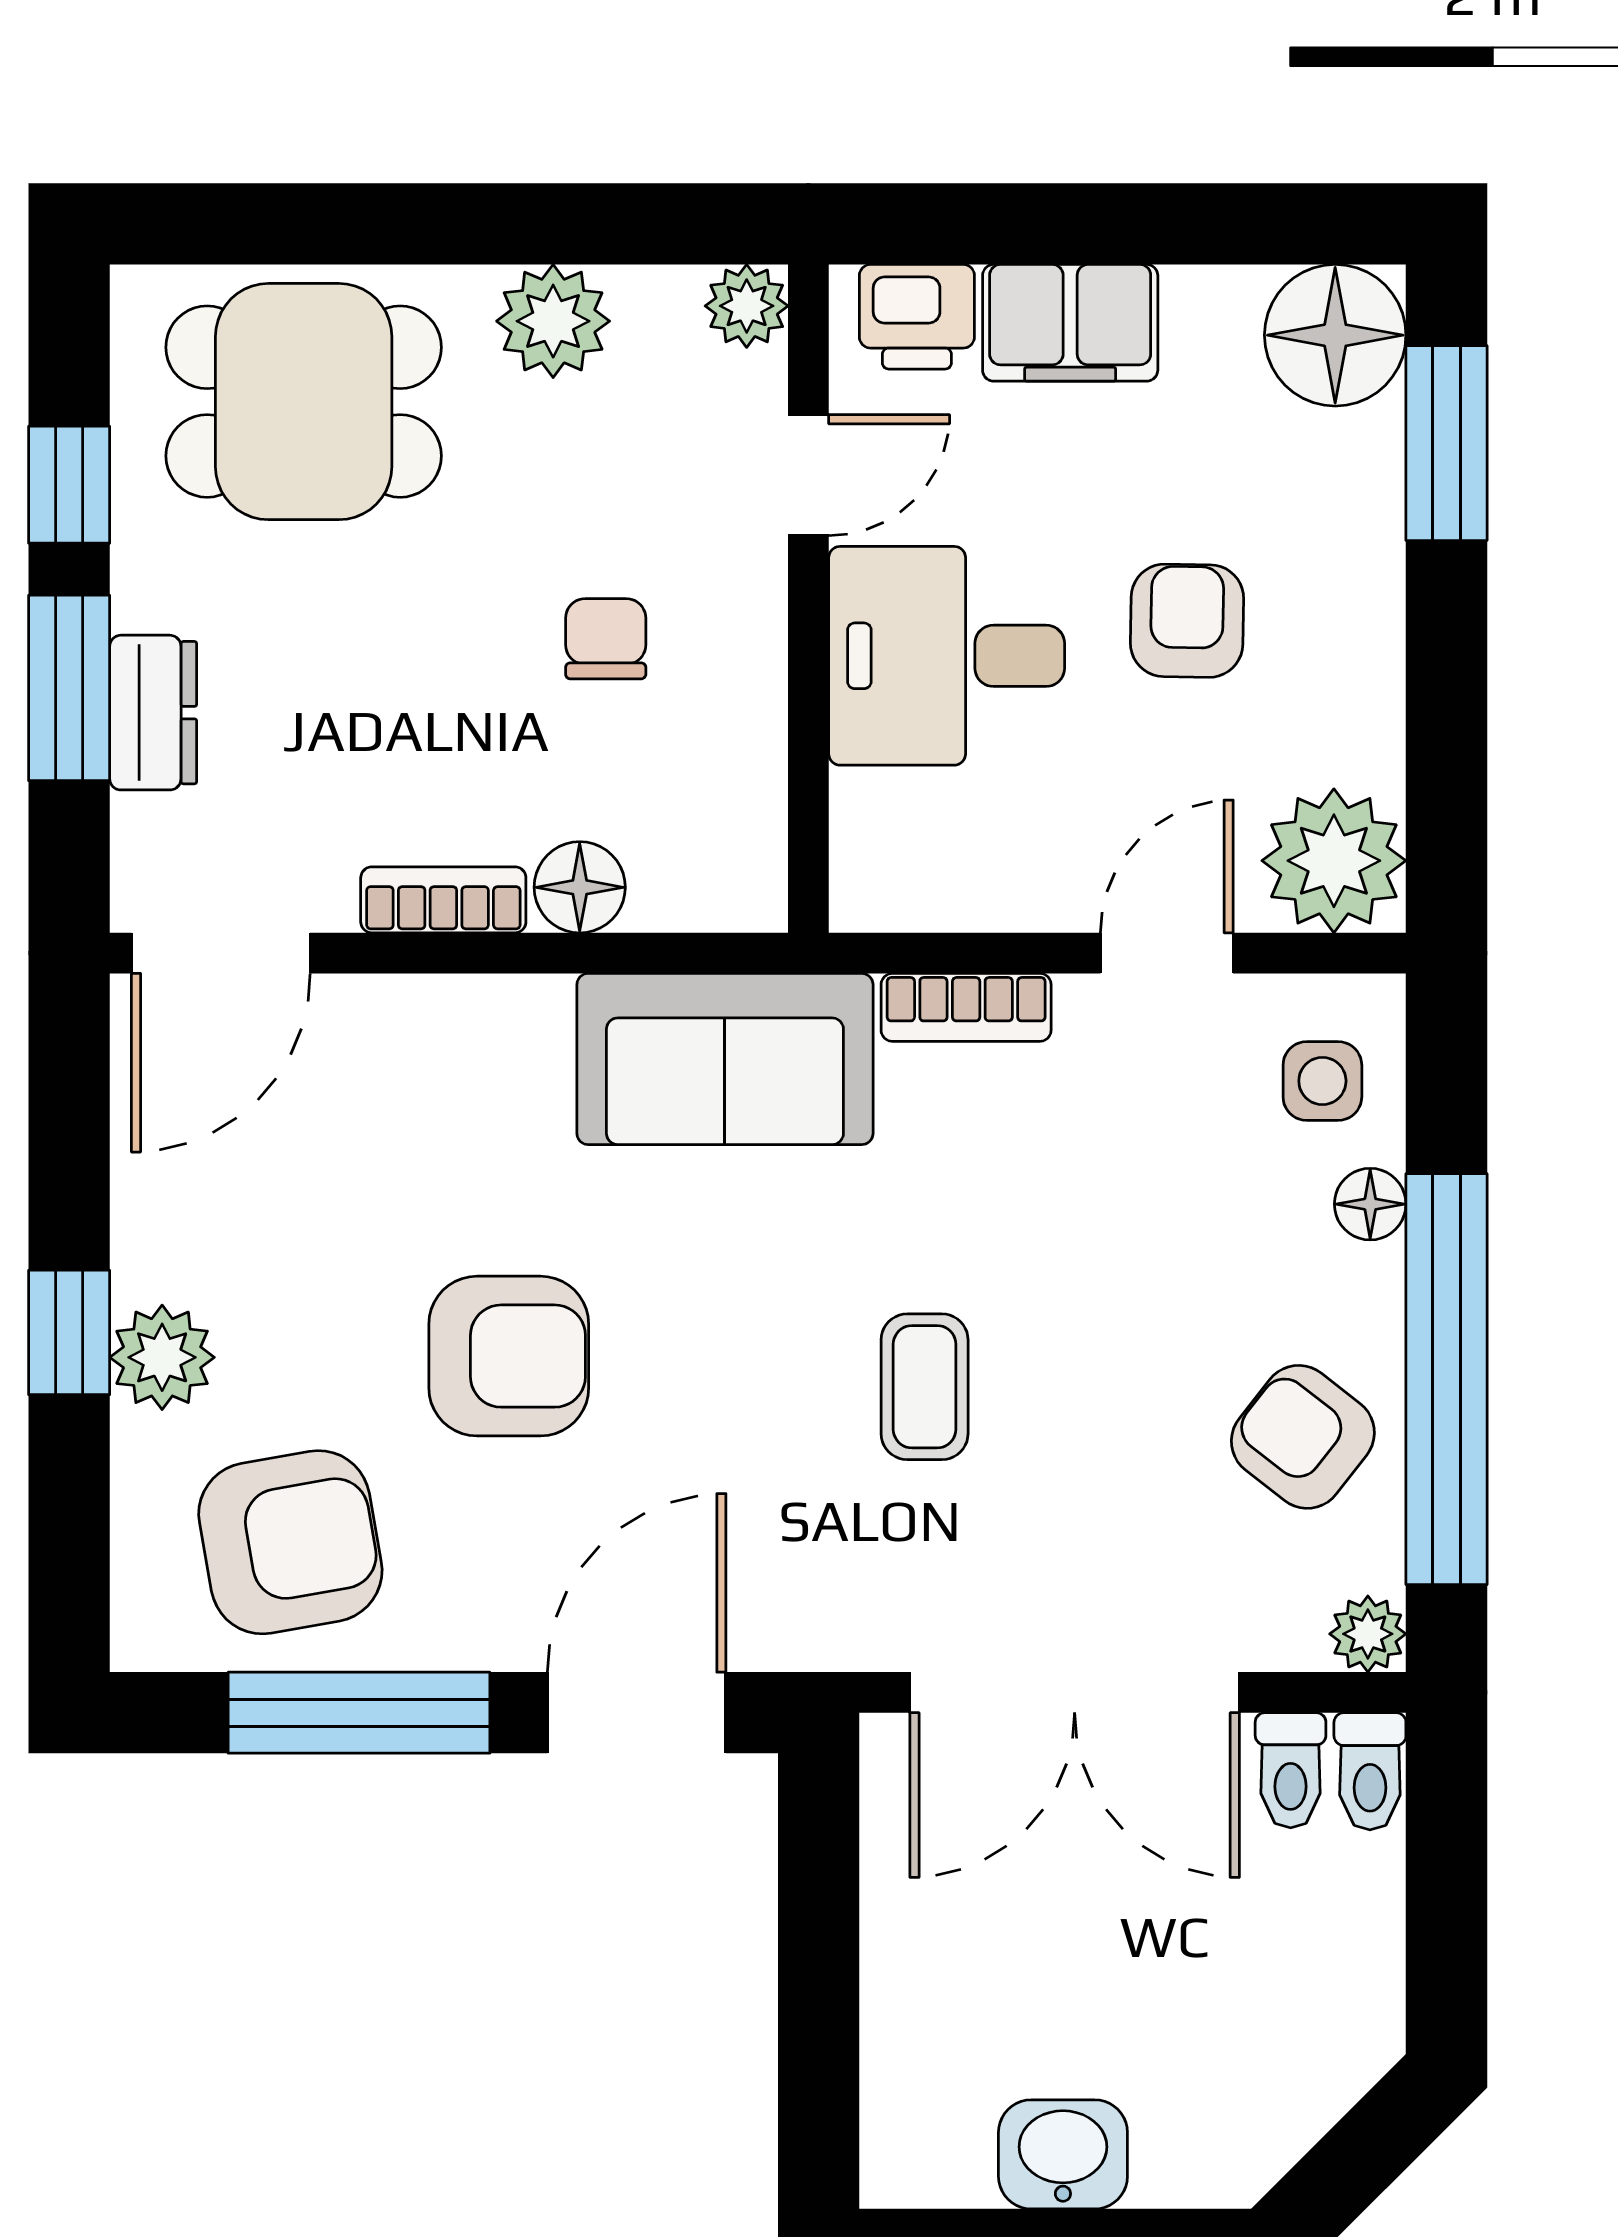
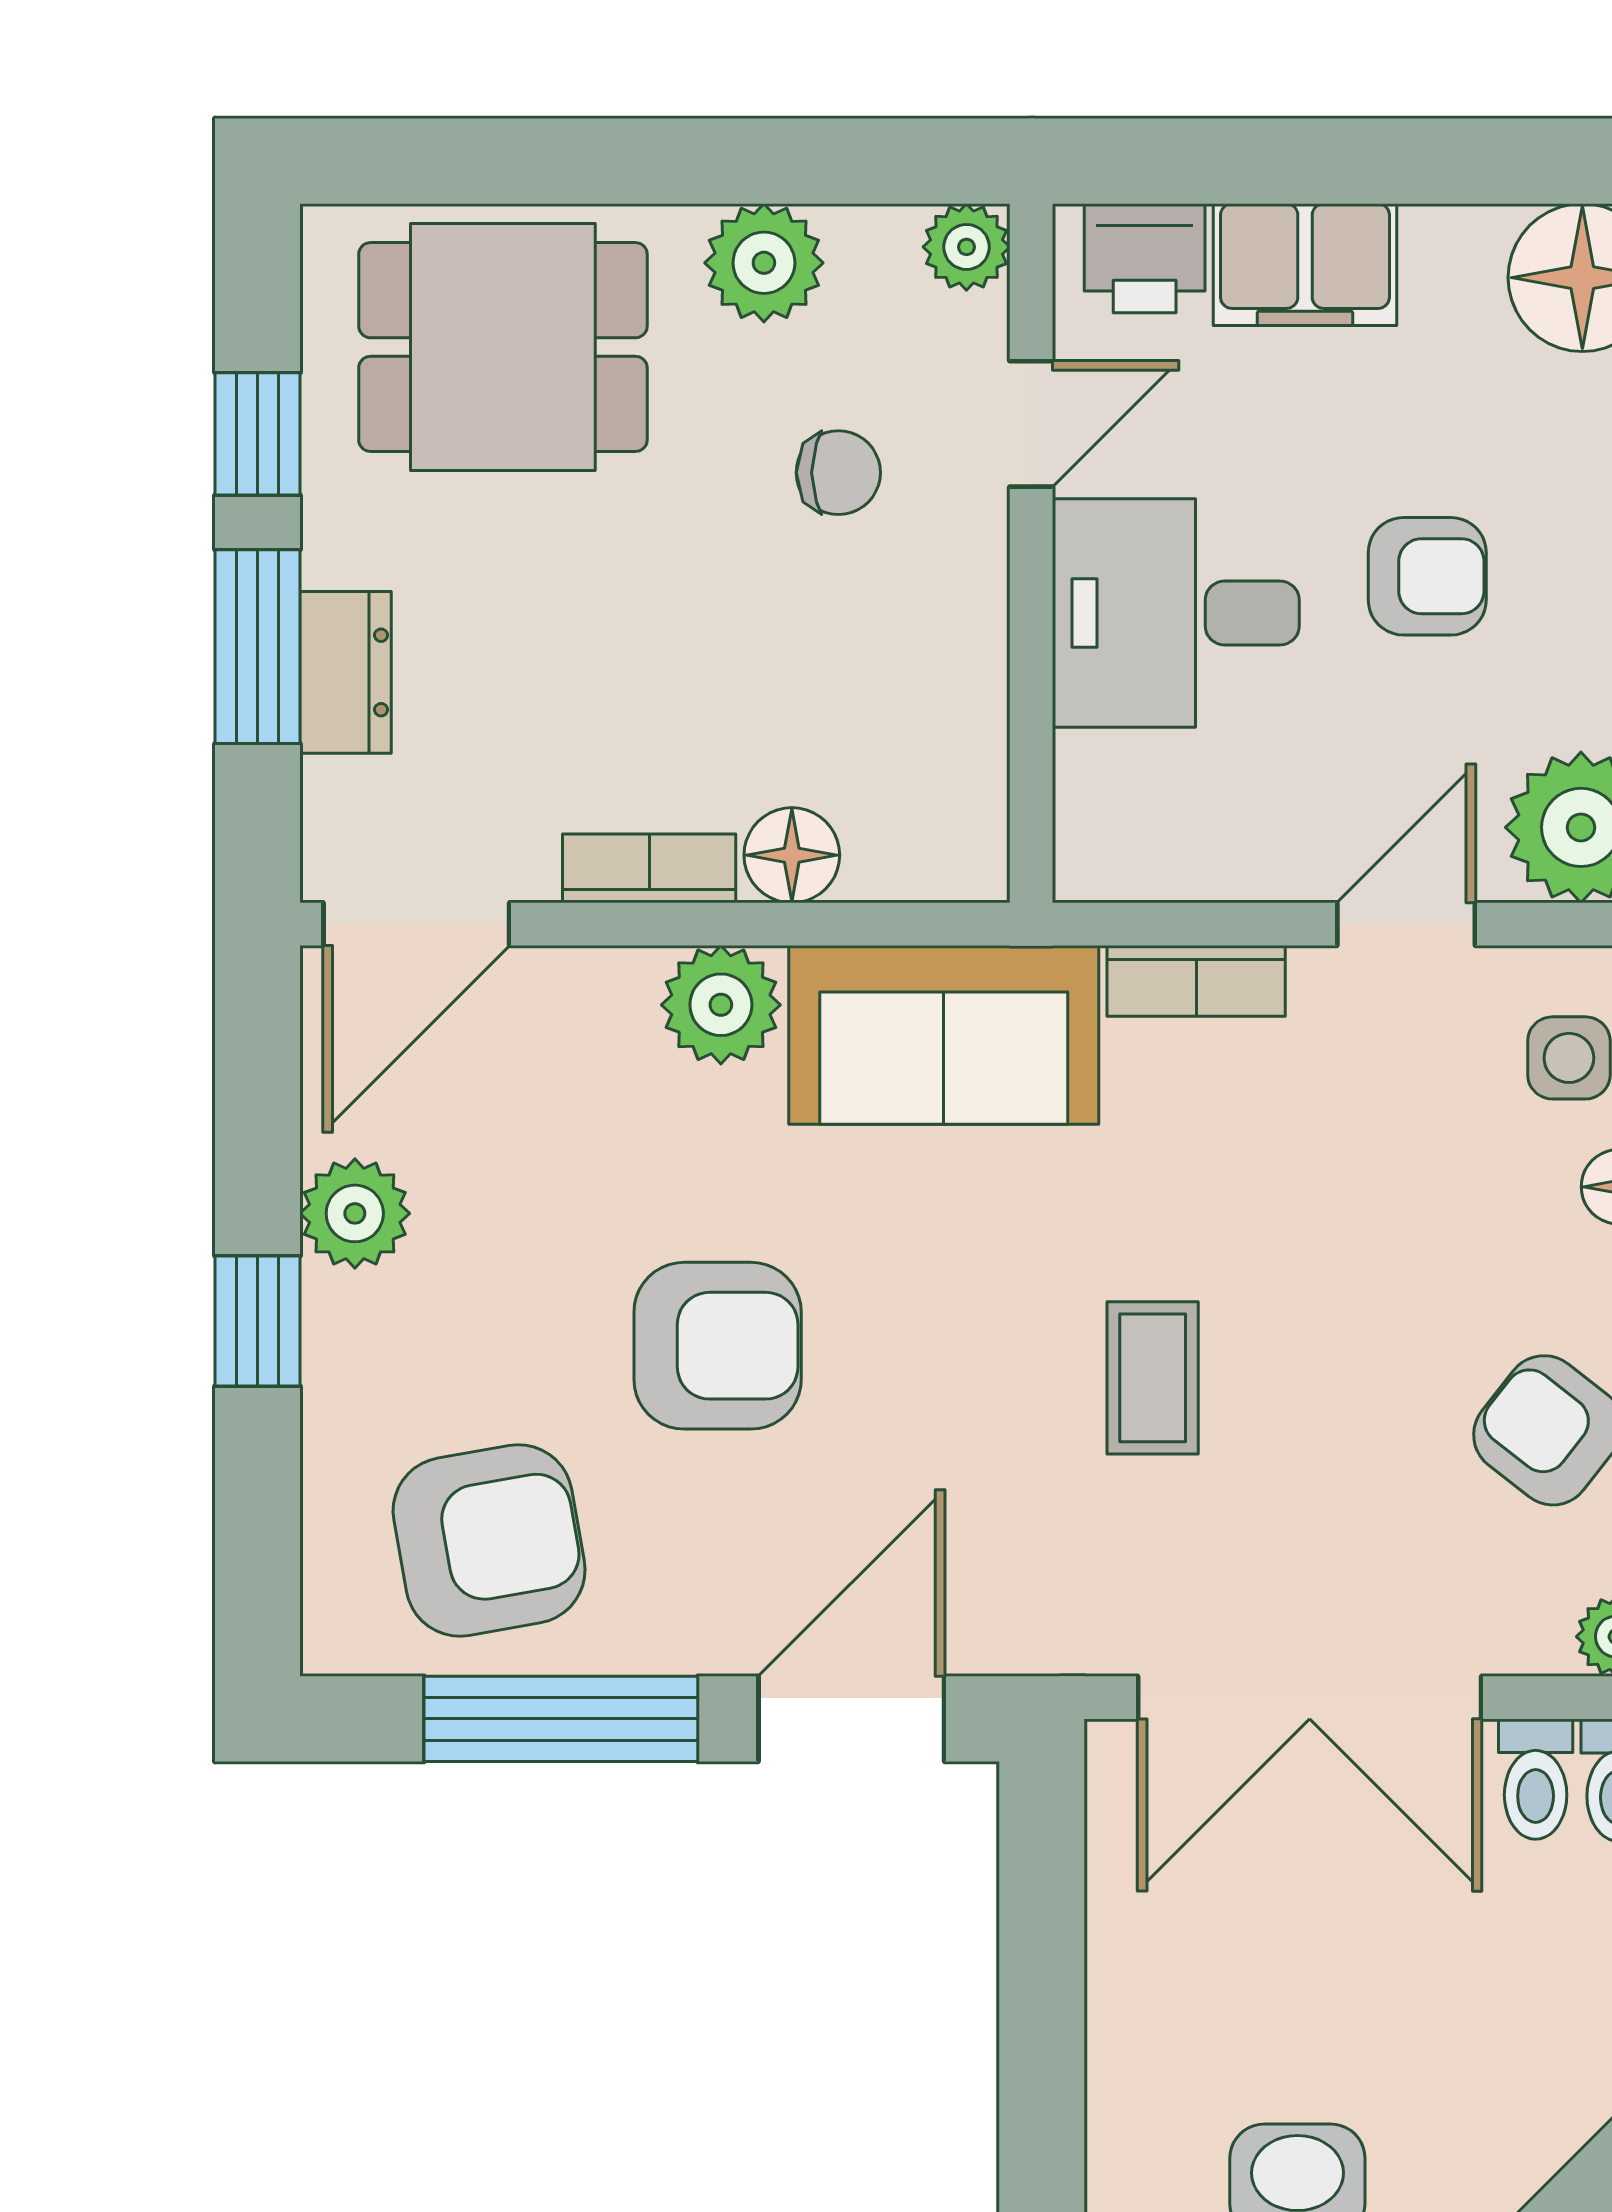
armchair: (1187, 621) -> (1427, 576), turned 89
chair: (606, 639) -> (838, 473), moved, turned 90
plant: (512, 1030) -> (721, 1005), added
plant: (162, 1357) -> (355, 1213), moved

